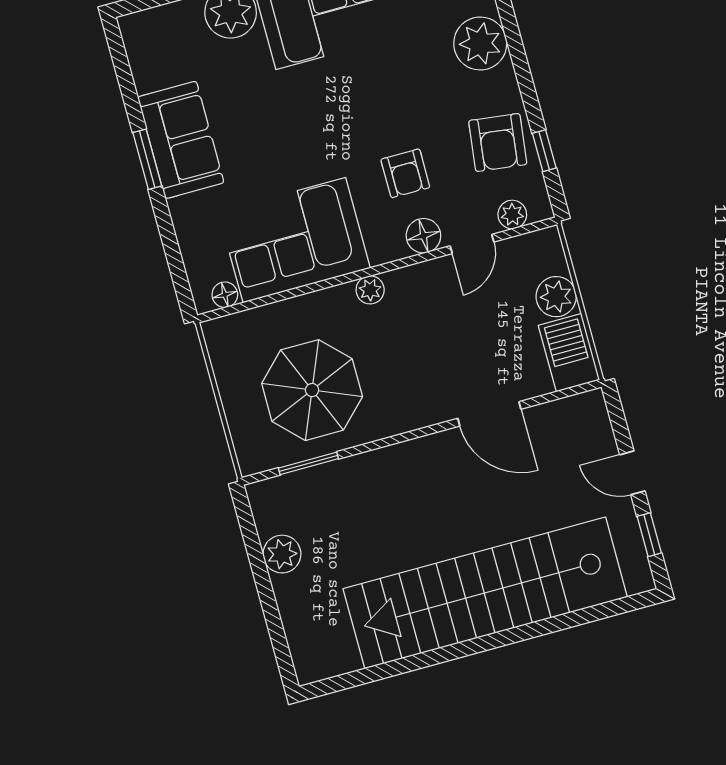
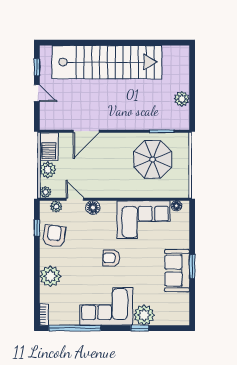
armchair: (405, 173) -> (111, 258), moved, turned -90
door: (472, 244) -> (75, 199), hinge flipped
plant: (370, 290) -> (45, 192), moved
door: (489, 414) -> (86, 131), swing flipped

